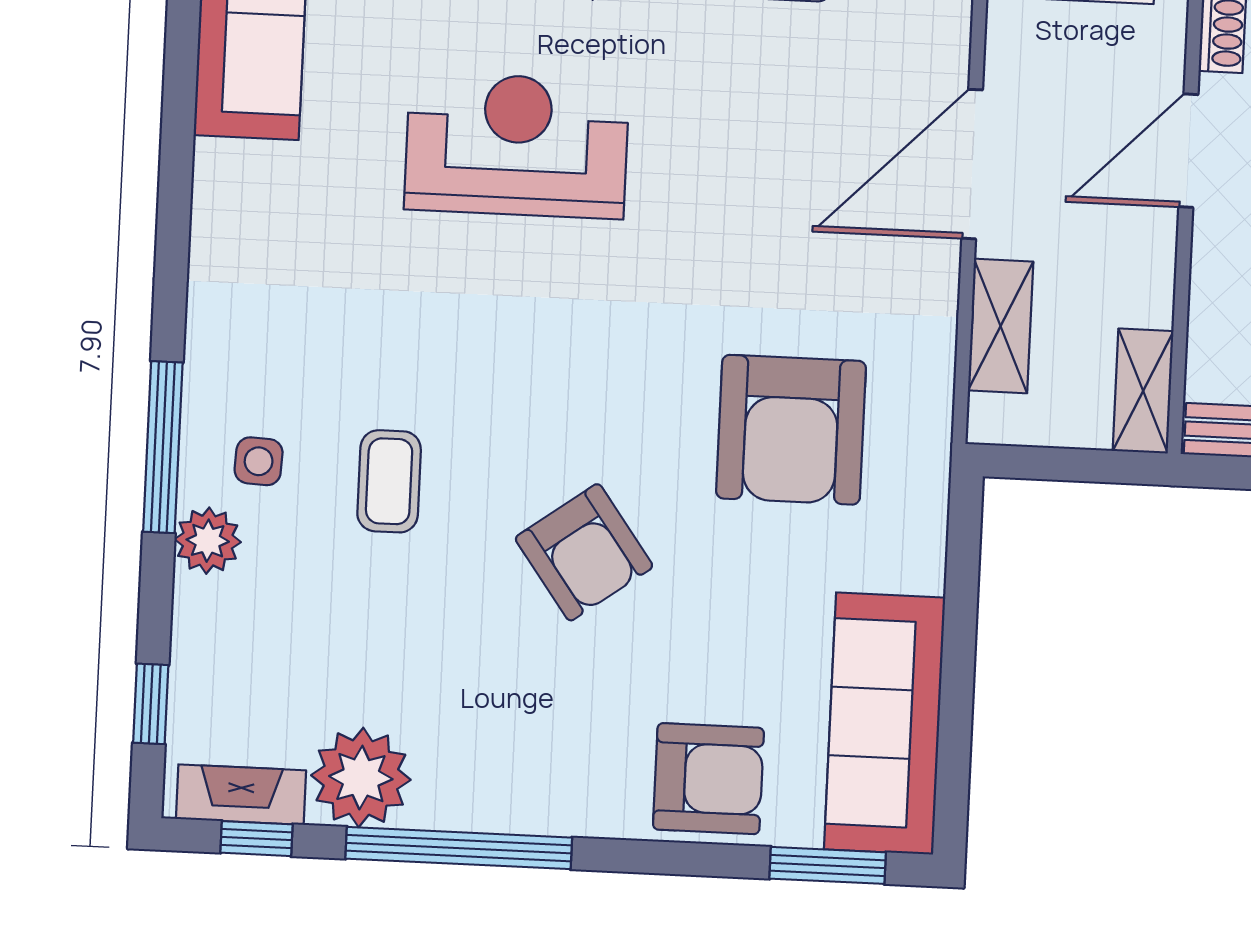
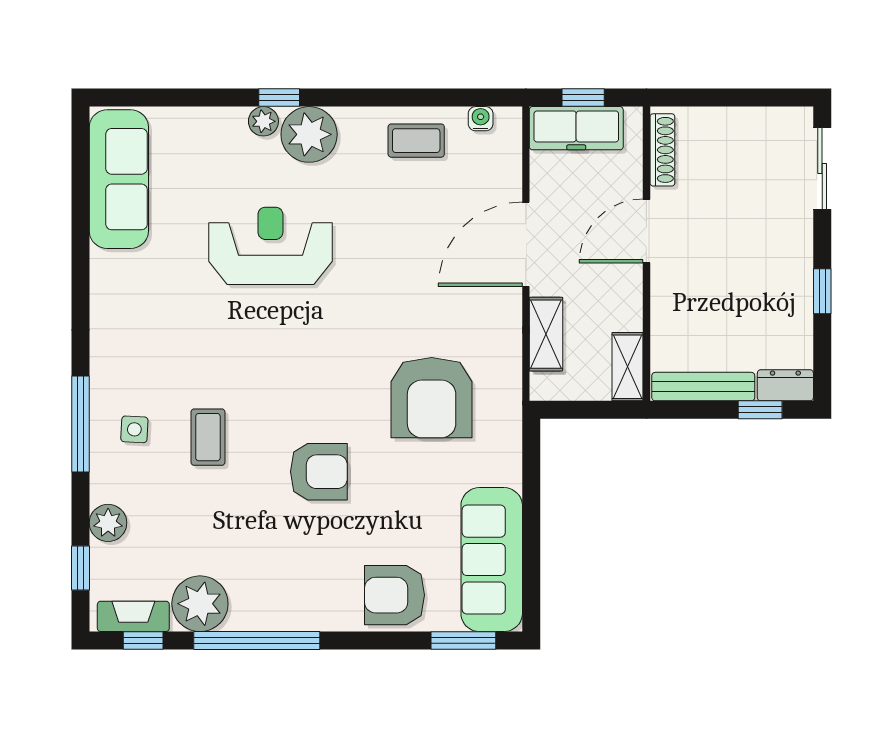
plant: (208, 541) -> (108, 523), moved
armchair: (584, 552) -> (319, 472), turned -54
armchair: (708, 779) -> (395, 595), turned 180

